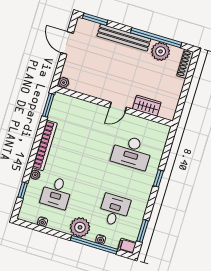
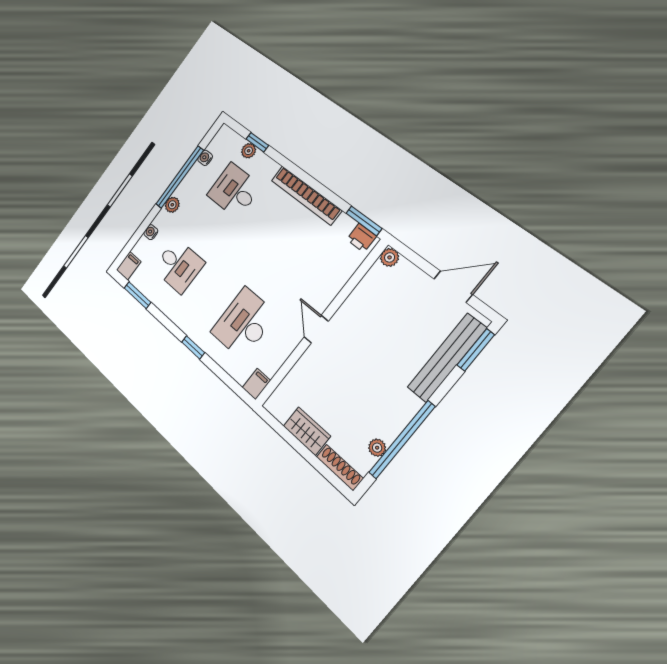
bench: (124, 38) -> (447, 358), moved
plant: (161, 51) -> (377, 448), width x0.53, depth x0.53
printer: (58, 103) -> (361, 238), added
wardrobe: (147, 106) -> (307, 431), moved, turned -90
filing cabinet: (162, 130) -> (256, 384), added
plant: (35, 175) -> (249, 151), moved
plant: (80, 227) -> (172, 205), width x0.53, depth x0.53
window: (94, 245) -> (180, 177), moved

